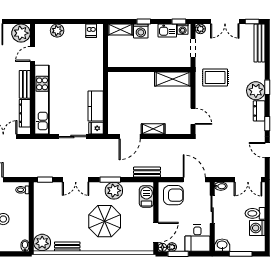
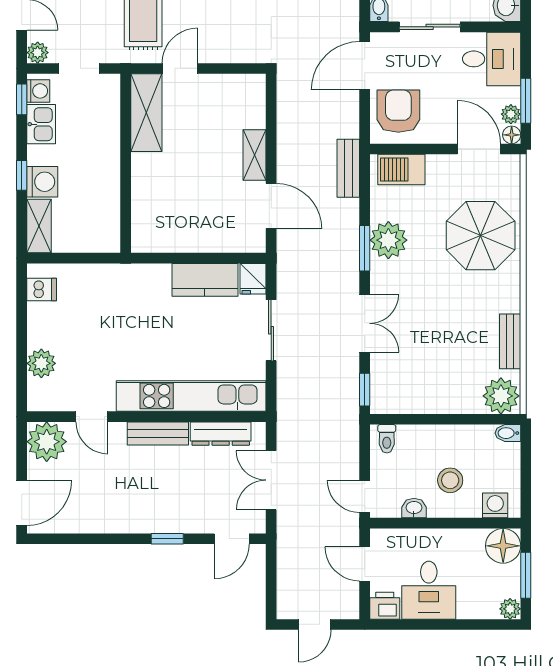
door: (193, 116) -> (180, 68), moved
parasol: (105, 221) -> (481, 236), moved

